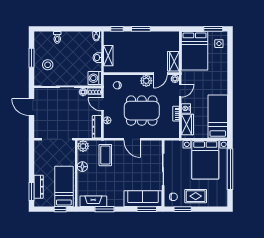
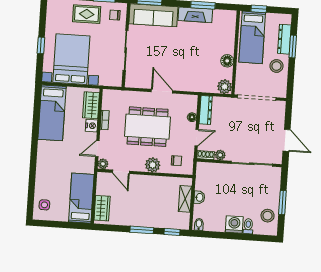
window: (213, 29) -> (50, 224), removed
bed: (195, 51) -> (81, 198), width x0.67
wardrobe: (173, 61) -> (102, 208), moved
stool: (48, 65) -> (268, 216), moved
door: (160, 74) -> (121, 172), swing flipped
washing machine: (95, 78) -> (234, 224), moved, turned -90
plant: (146, 81) -> (153, 165), moved
door: (102, 104) -> (197, 138), hinge flipped
coffee table: (105, 155) -> (197, 74), removed
stool: (43, 165) -> (276, 66), added
window: (230, 169) -> (41, 45), width x0.32
window: (31, 191) -> (293, 47), moved
fireplace: (93, 201) -> (195, 15), moved

